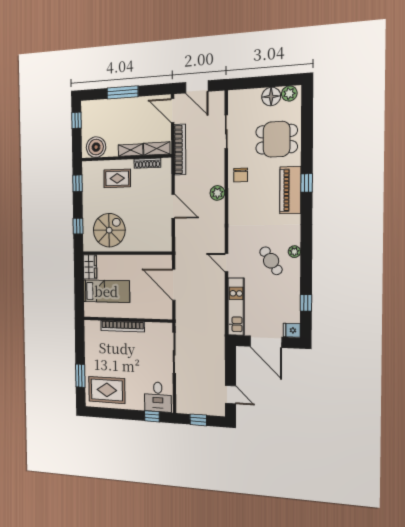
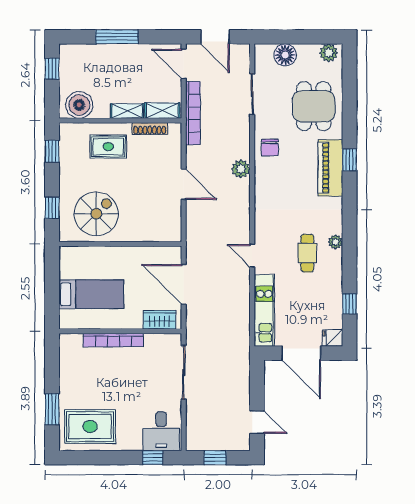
floor lamp: (271, 96) -> (285, 55), moved
dining table: (277, 139) -> (314, 106), turned 90
cafe table: (271, 261) -> (307, 253), turned 33
wardrobe: (90, 267) -> (160, 320), moved, turned -90

